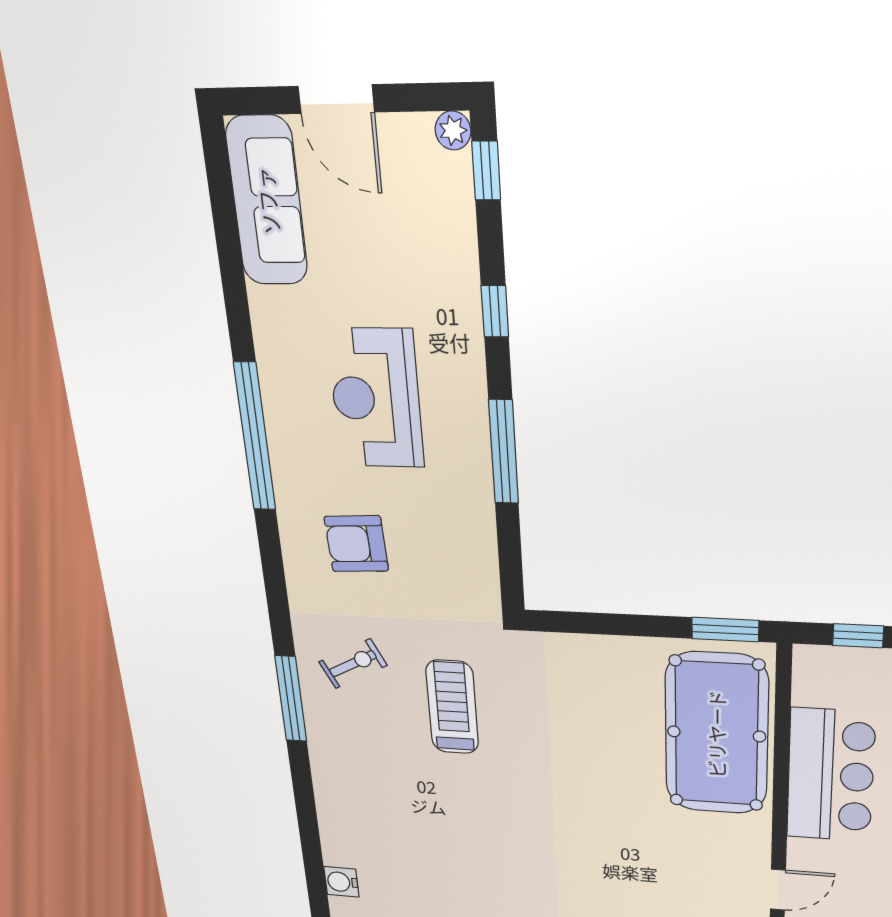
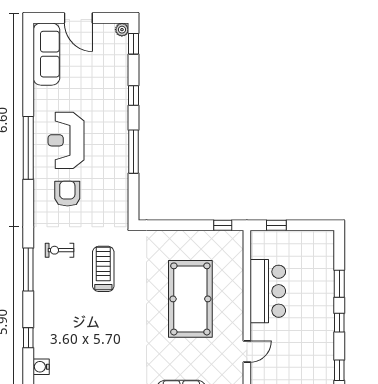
reception desk: (376, 398) -> (66, 140), moved
armchair: (356, 544) -> (67, 194), turned 93
window: (725, 630) -> (223, 225), width x0.67
exercise bike: (353, 664) -> (60, 250), turned -153
pool table: (716, 734) -> (190, 299), moved
window: (309, 828) -> (28, 338), added

